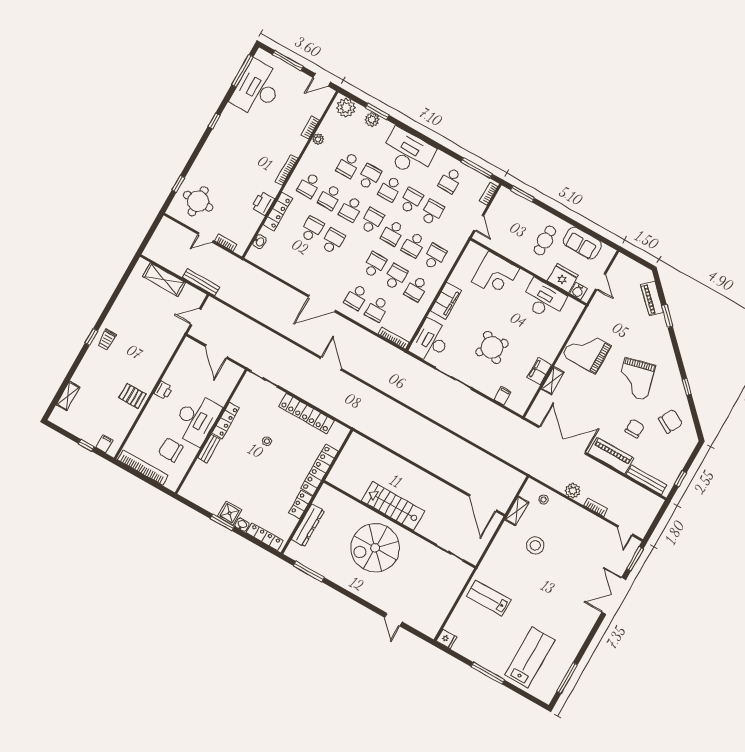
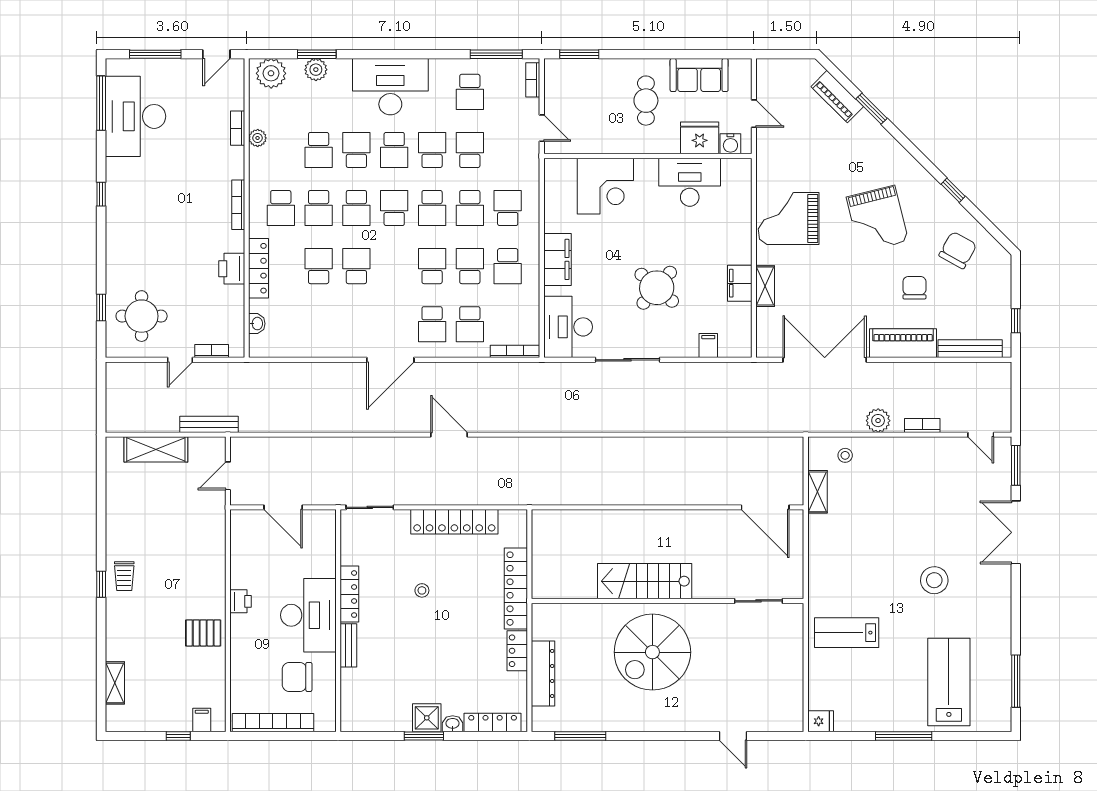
stool: (535, 545) -> (934, 580), moved

